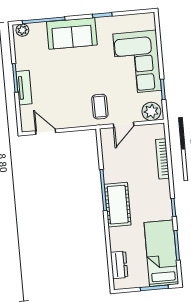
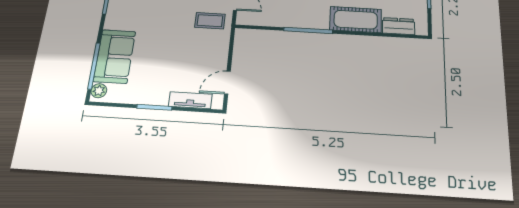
sofa: (72, 33) -> (115, 56), moved
tv unit: (24, 88) -> (190, 100), moved
cot: (118, 205) -> (356, 20), moved

